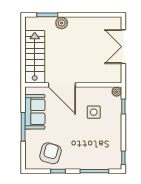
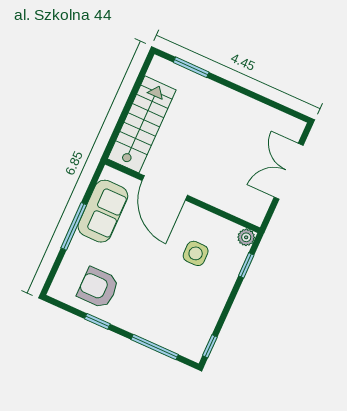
plant: (62, 23) -> (208, 90), removed
armchair: (50, 153) -> (98, 288), turned -106

